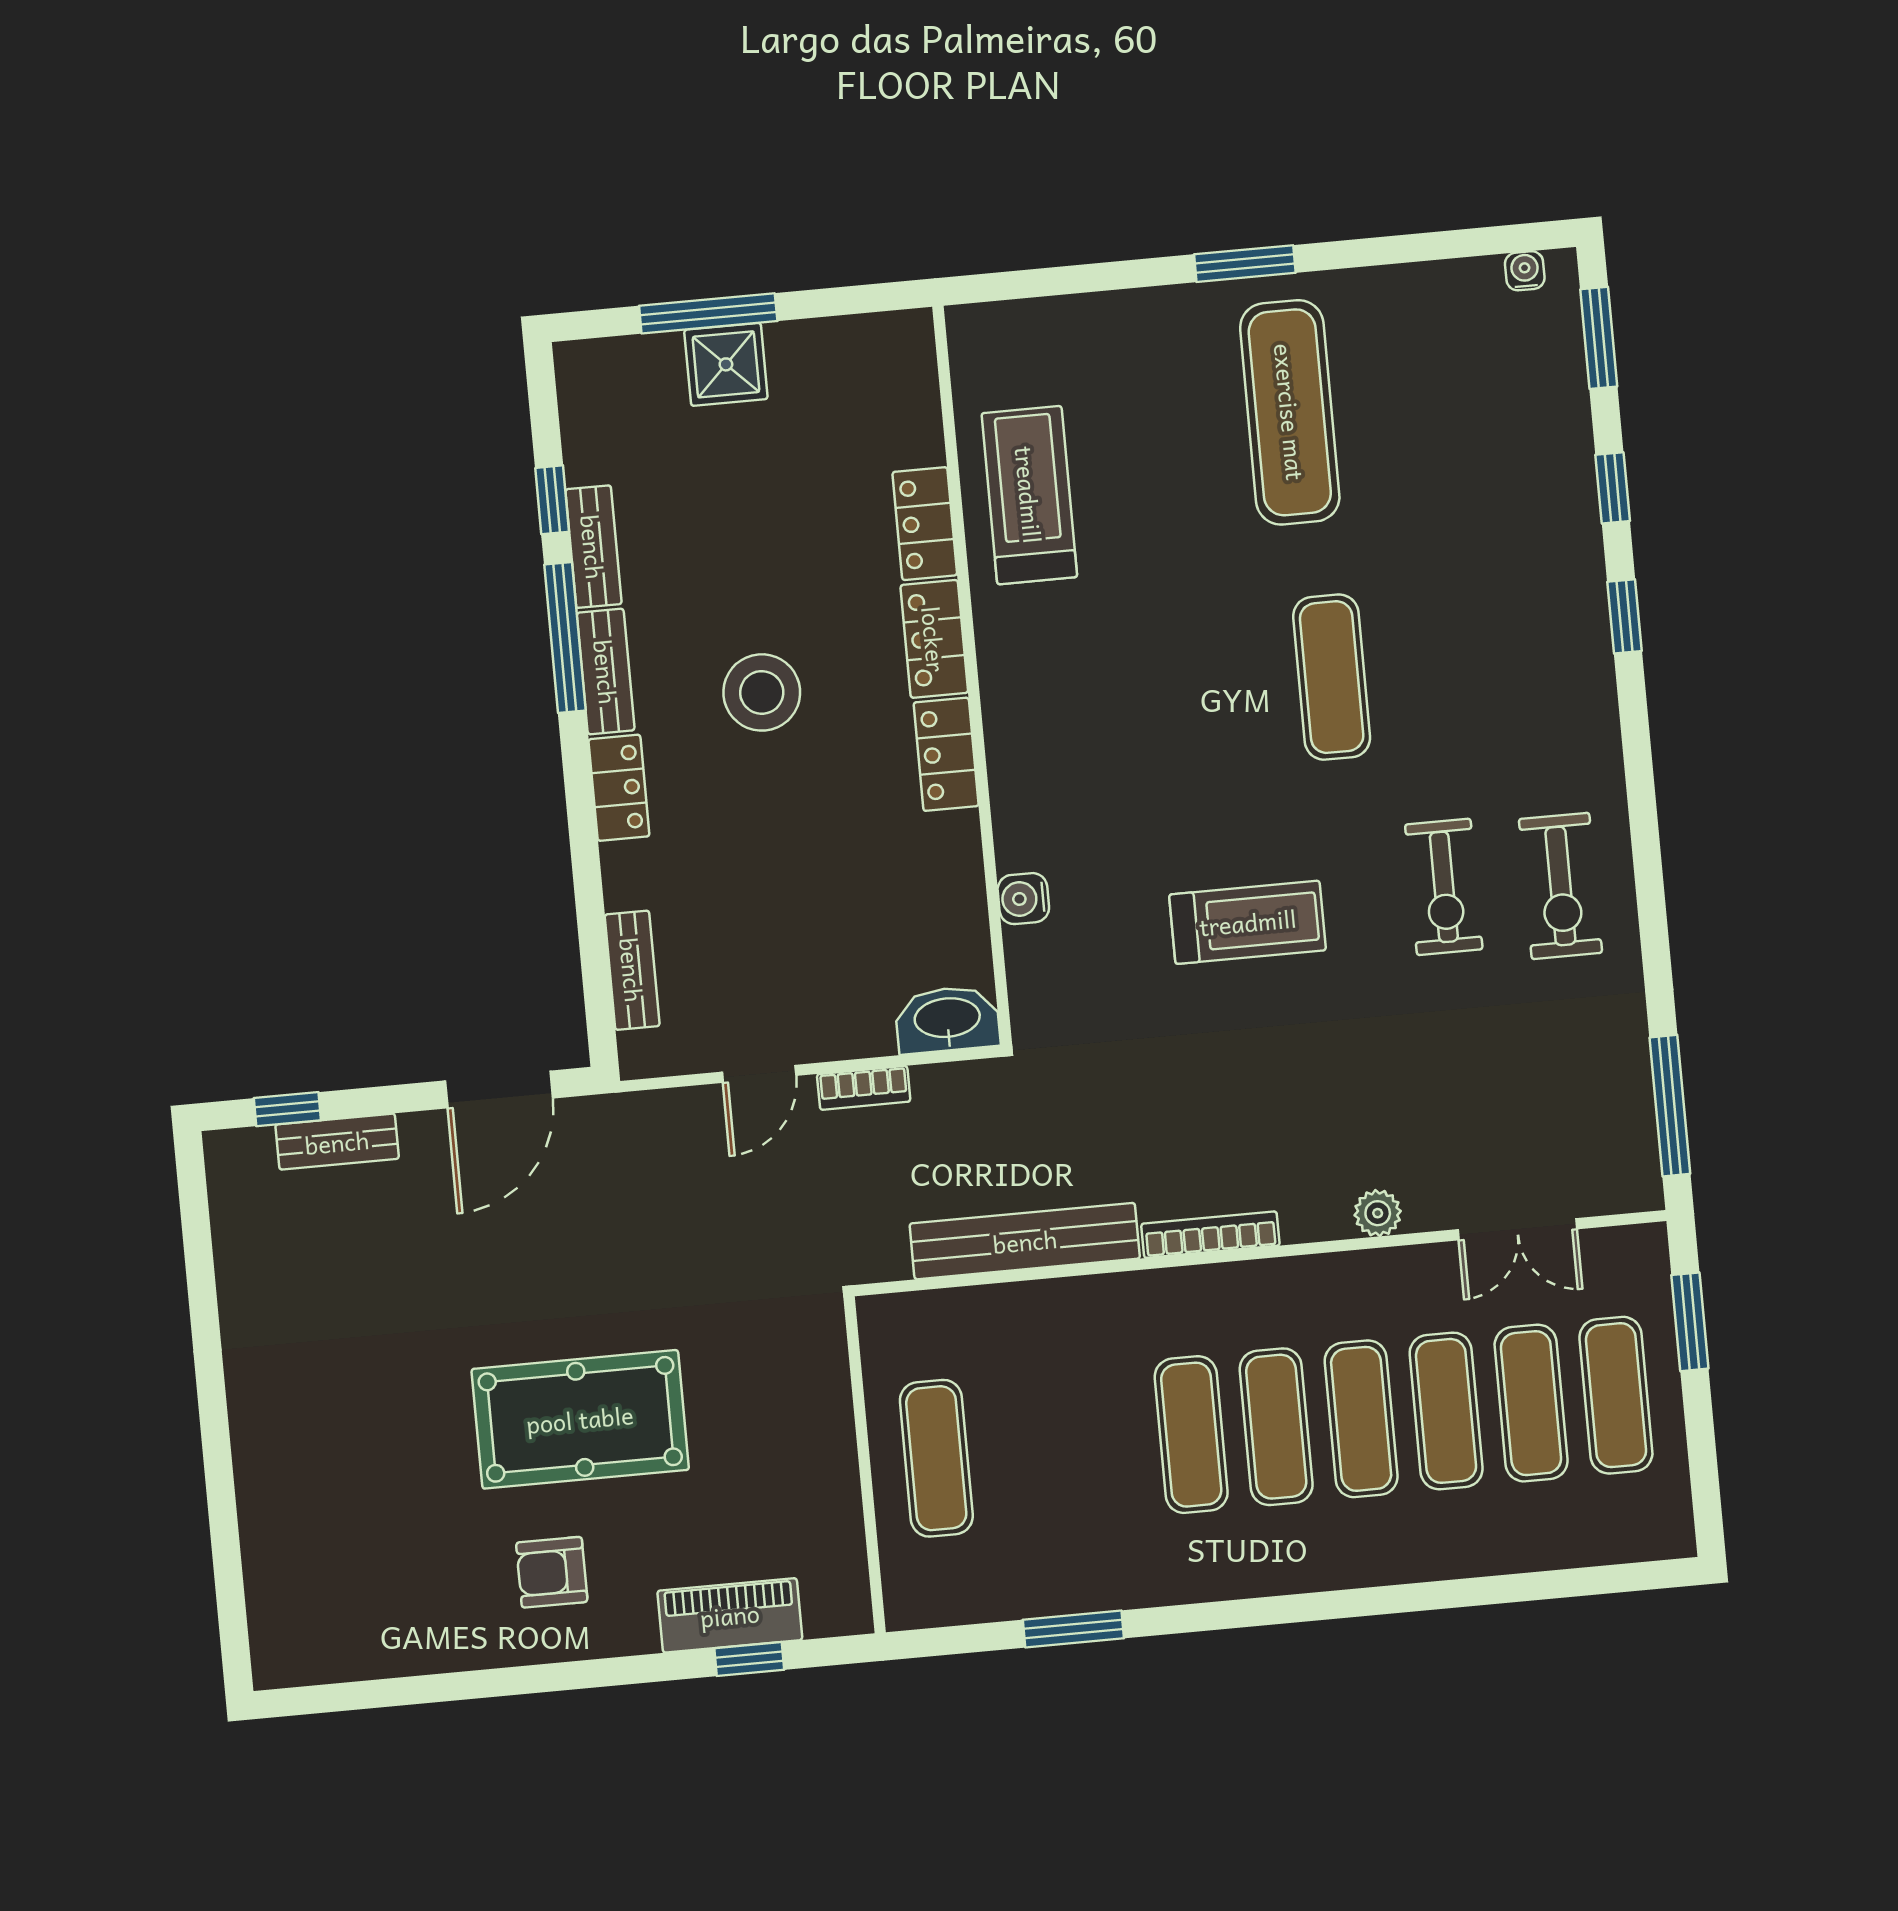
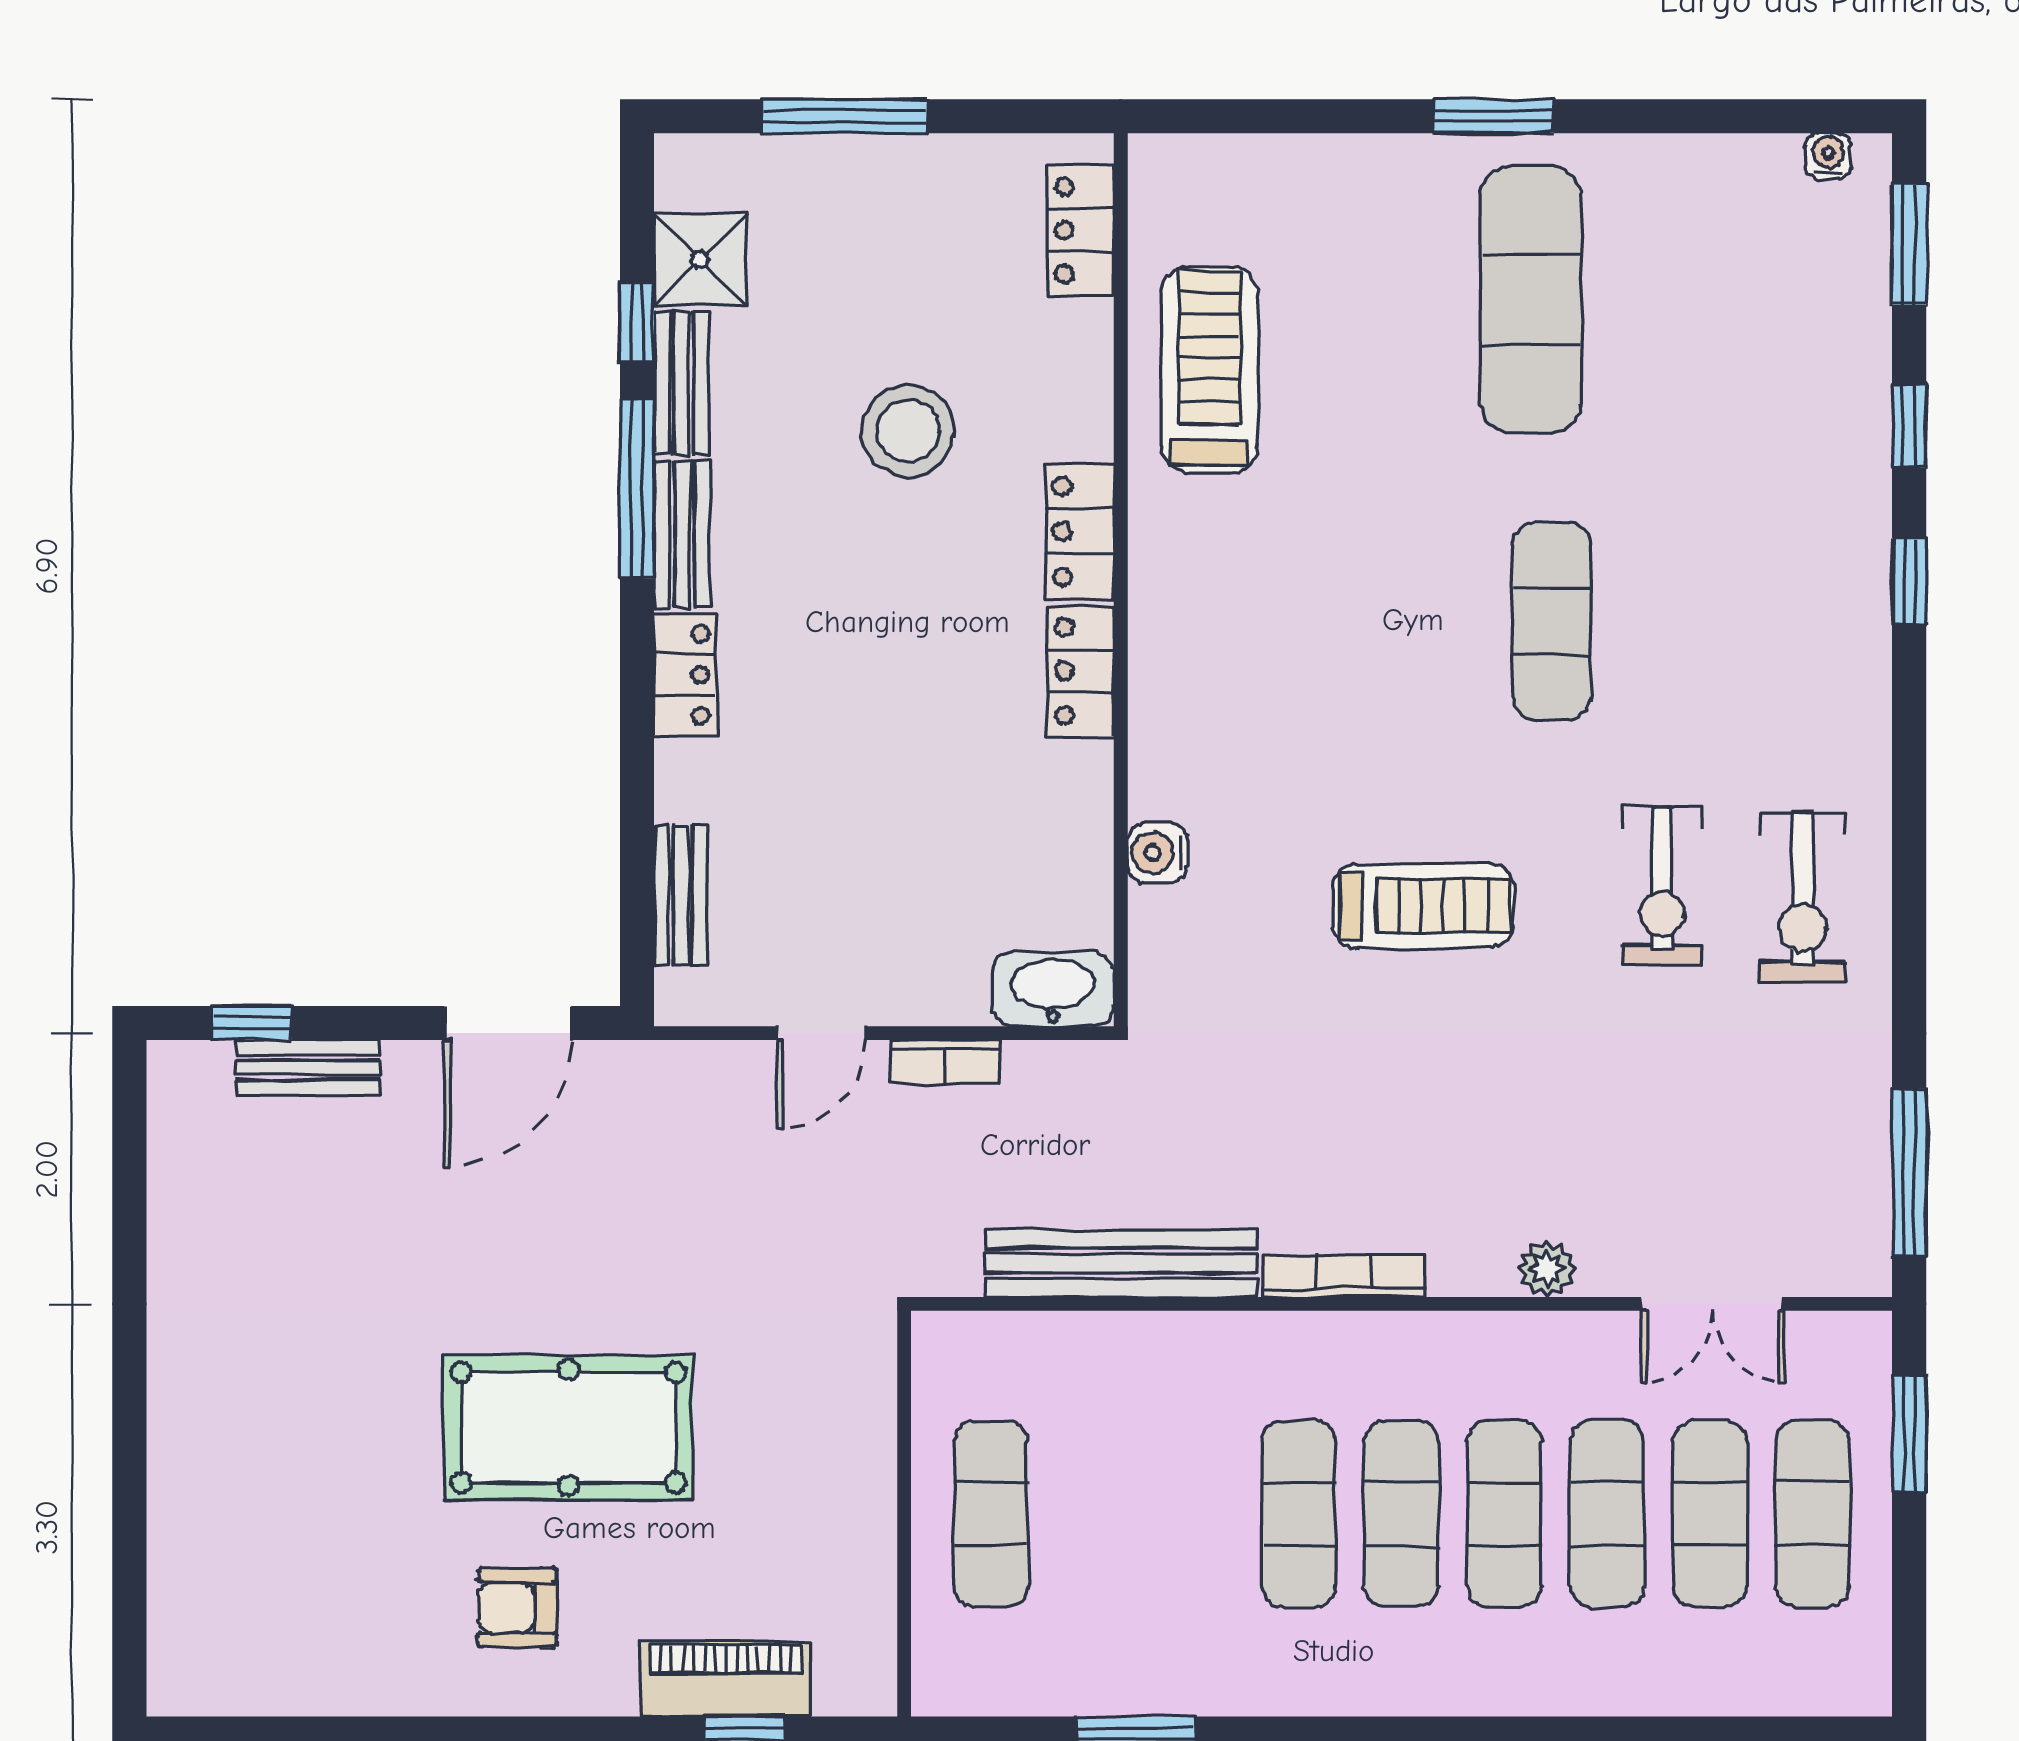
shower: (726, 364) -> (700, 260), moved
locker: (925, 524) -> (1081, 230), moved
stool: (762, 692) -> (908, 431), moved

